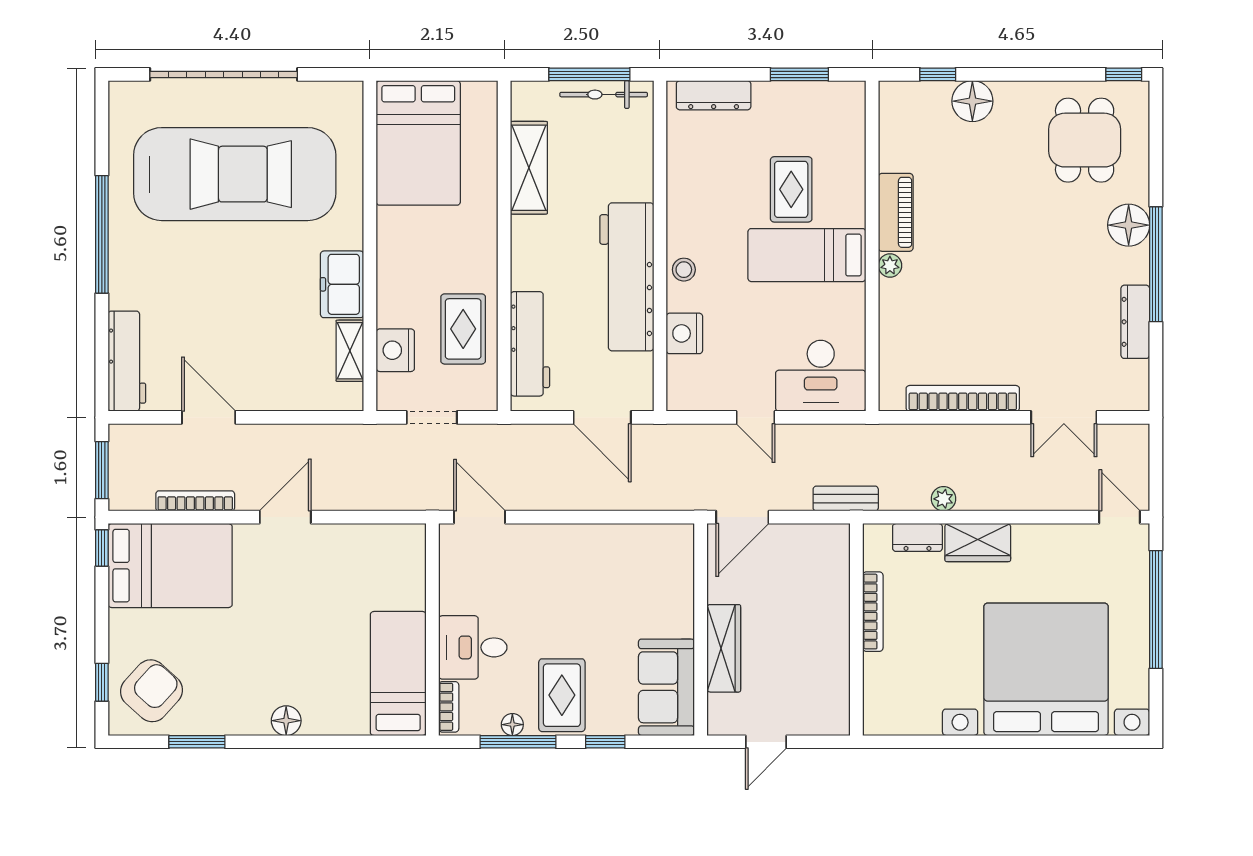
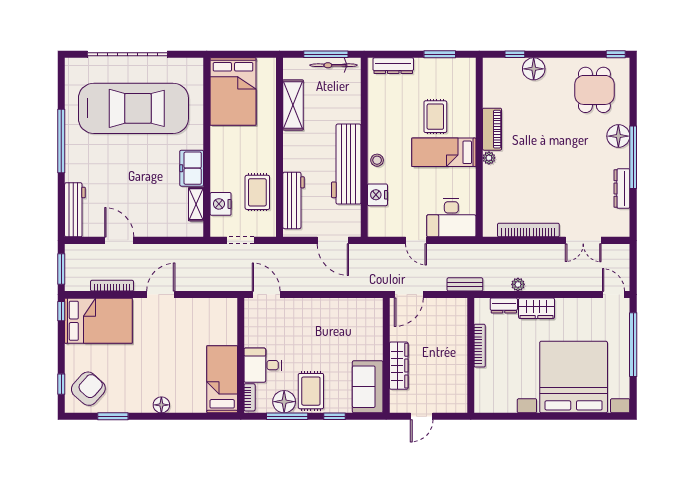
floor lamp: (512, 725) -> (284, 402), width x1.89, depth x1.89

